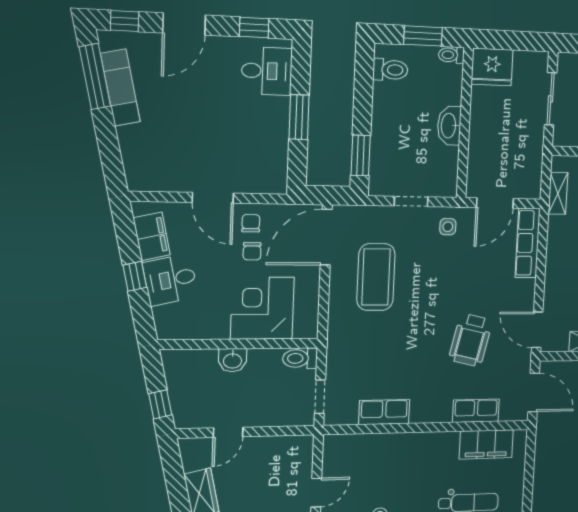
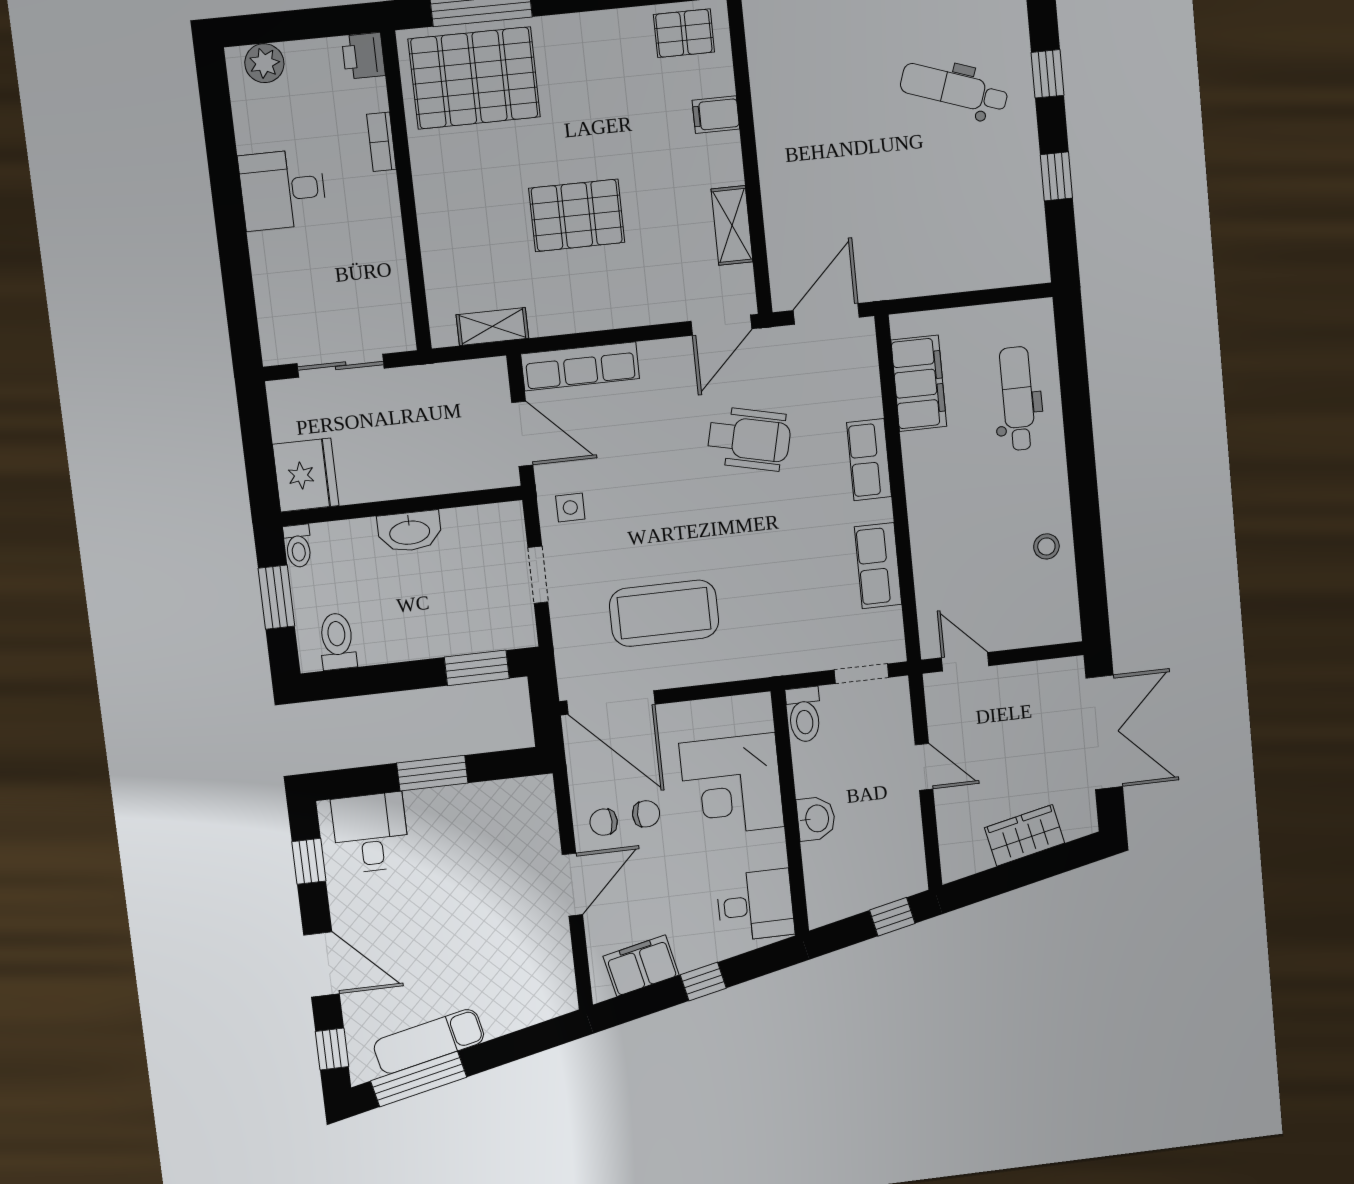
desk: (170, 280) -> (755, 905), moved, turned -78
row of seats: (476, 411) -> (869, 460), moved
door: (228, 432) -> (924, 767), moved
door: (316, 493) -> (965, 662), moved

